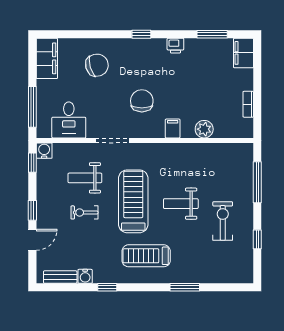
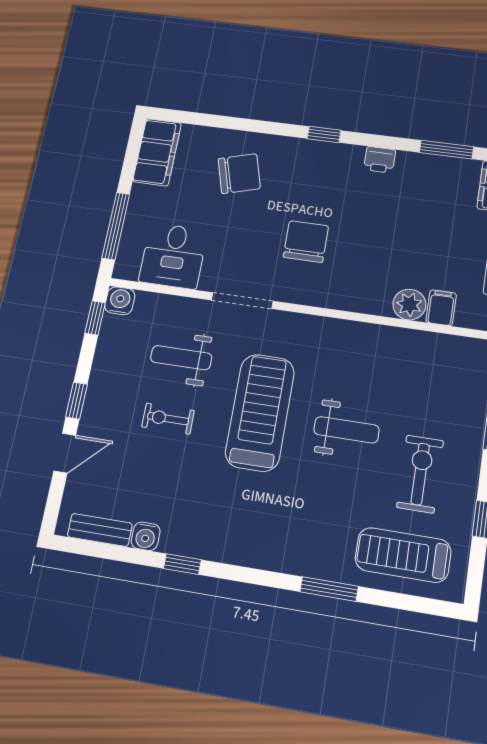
filing cabinet: (173, 128) -> (441, 308), moved
weight bench: (181, 204) -> (346, 430), turned 180
treadmill: (146, 256) -> (403, 555), moved

